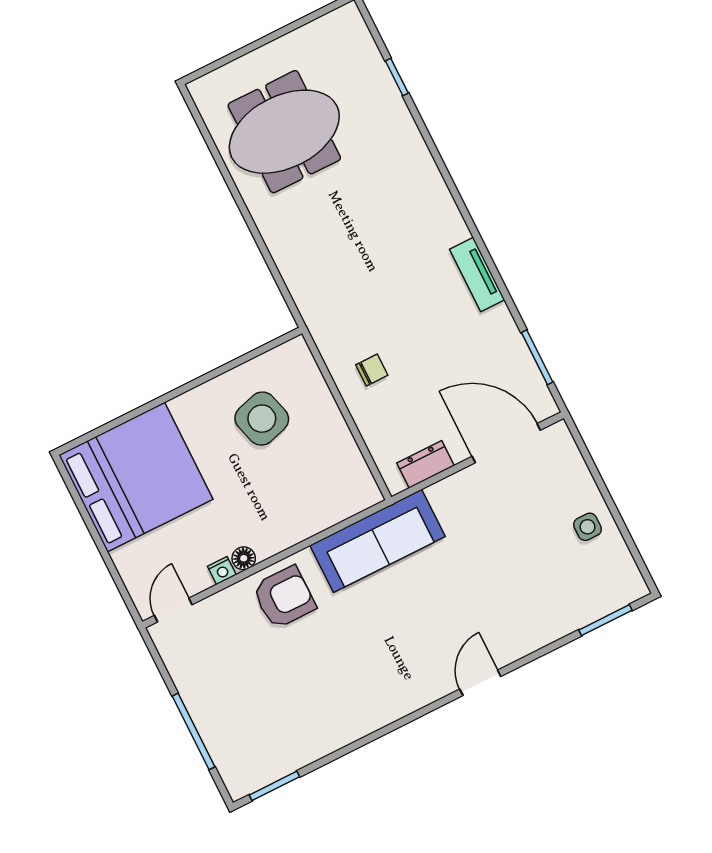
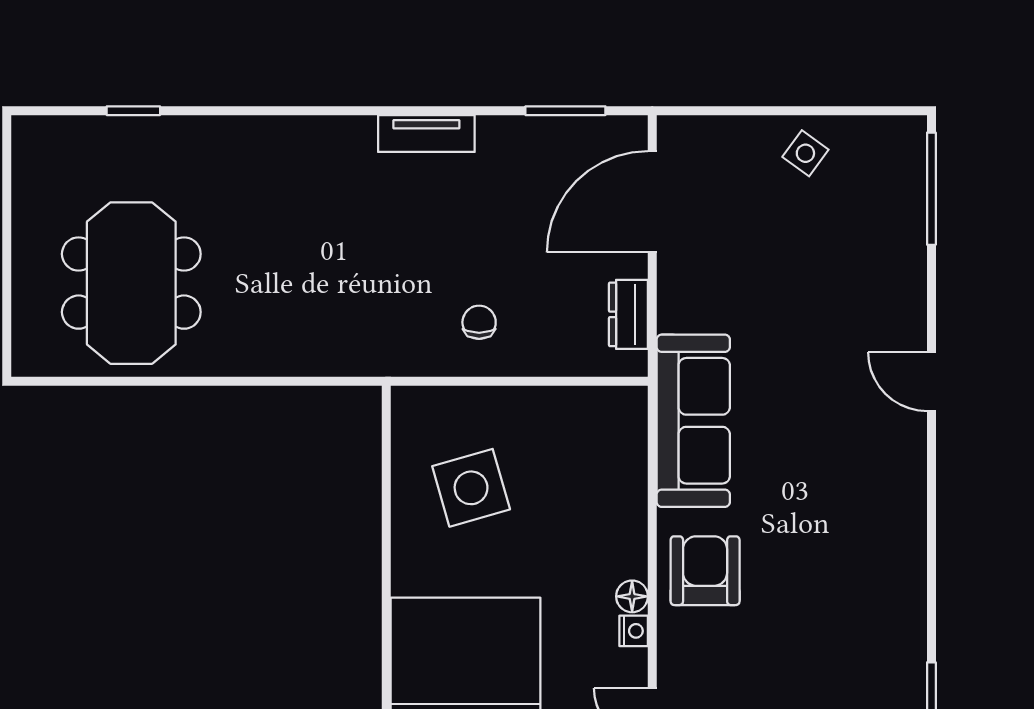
side table: (587, 527) -> (805, 153), turned 36
window: (605, 620) -> (931, 189), width x1.44

